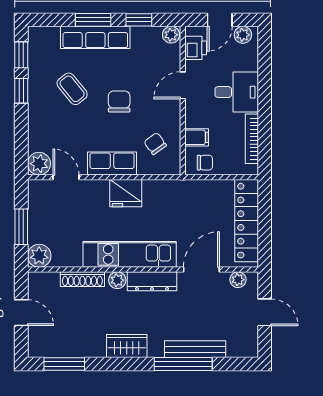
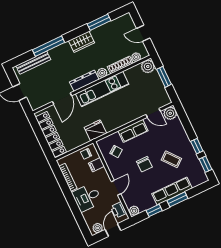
fridge: (126, 193) -> (95, 130), moved
plant: (238, 280) -> (136, 57), moved
bench: (195, 349) -> (33, 63), moved
window: (64, 364) -> (99, 22), moved

